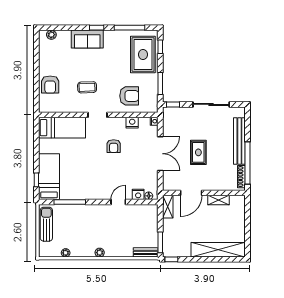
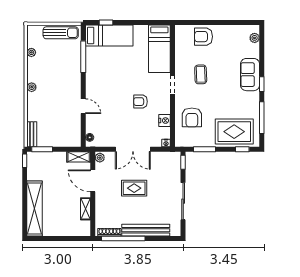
plant: (168, 186) -> (100, 158), added
nightstand: (138, 194) -> (91, 127), removed

